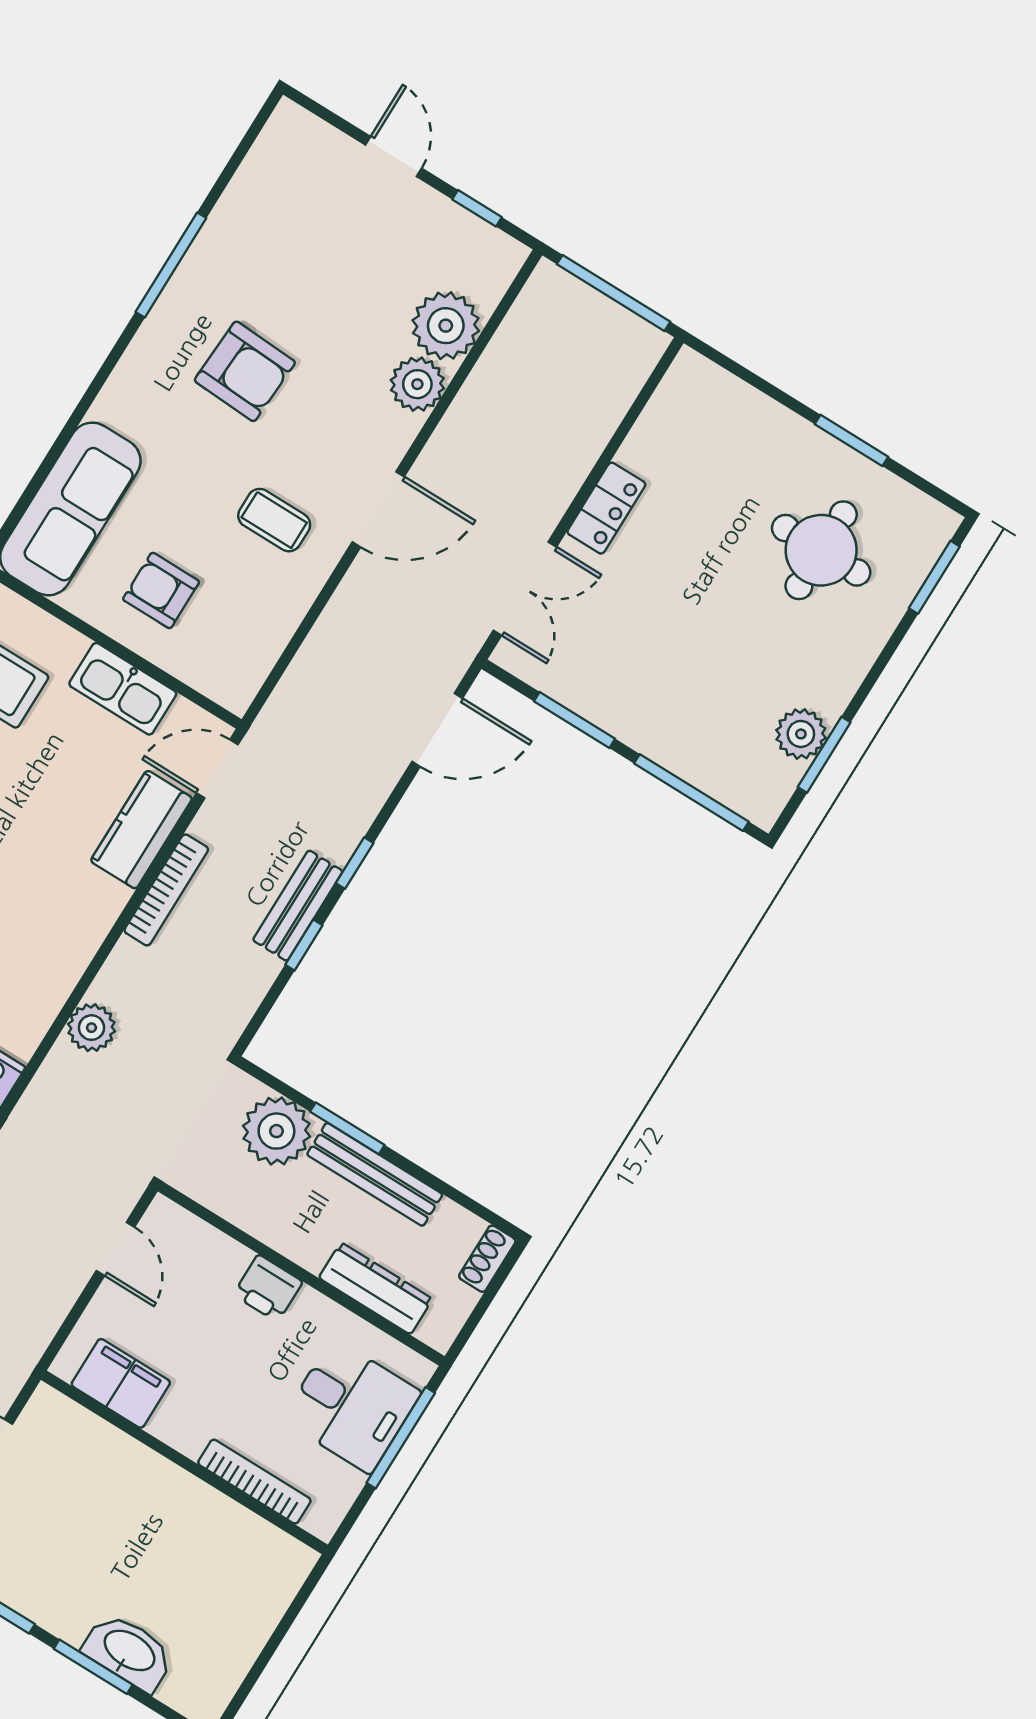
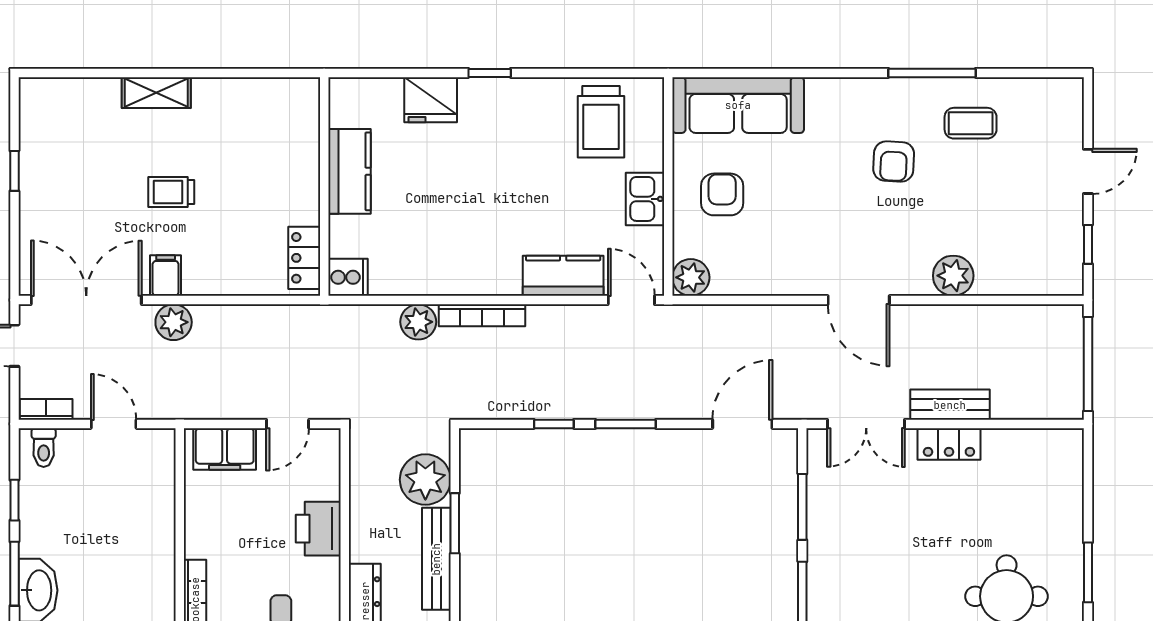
plant: (446, 326) -> (691, 277), moved, width x0.73, depth x0.73
armchair: (245, 371) -> (894, 162), width x0.72, depth x0.72
coffee table: (274, 520) -> (971, 123), moved, turned 90
kitchen sink: (123, 689) -> (645, 199), width x0.73
door: (437, 730) -> (742, 424), swing flipped
window: (355, 863) -> (626, 424), width x1.50
bookcase: (166, 890) -> (482, 315), moved
bench: (298, 906) -> (950, 405), moved
printer: (268, 1288) -> (318, 529), width x1.36, depth x1.24
filing cabinet: (121, 1383) -> (225, 449), moved, turned 90

